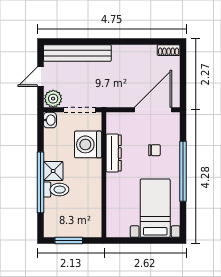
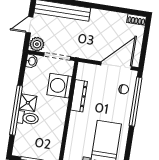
chair: (154, 150) -> (124, 89), moved
window: (183, 171) -> (136, 102), moved

